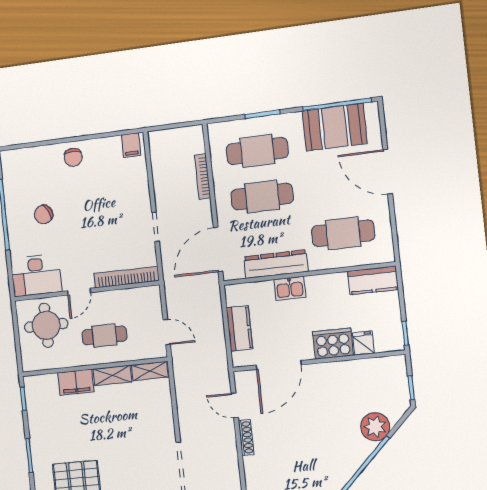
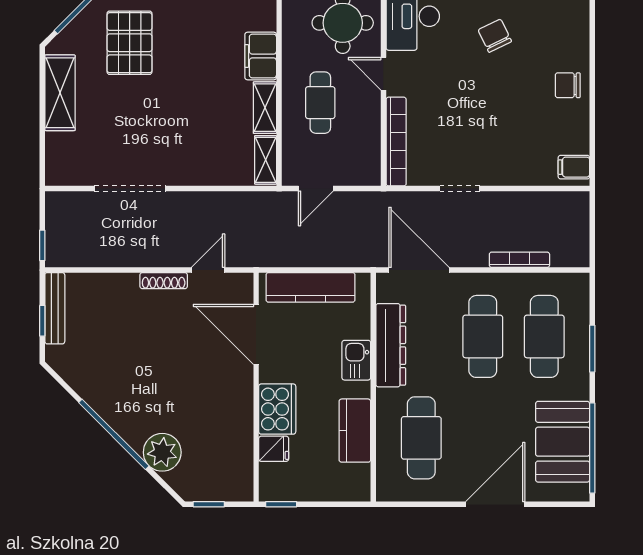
kitchen counter: (373, 280) -> (355, 431), moved
kitchen counter: (239, 328) -> (310, 287), width x1.50

